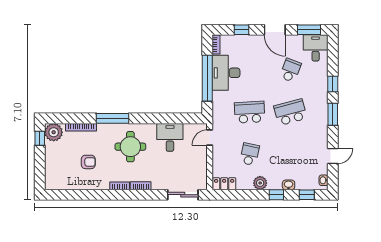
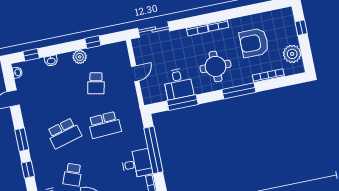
desk: (226, 73) -> (137, 164), width x0.73
window: (170, 118) -> (182, 102), added
plant: (54, 132) -> (292, 54), moved
window: (40, 138) -> (301, 28), moved
door: (210, 138) -> (135, 74), moved
armchair: (88, 162) -> (254, 43), width x1.88, depth x1.88
locker: (224, 184) -> (115, 49), removed
window: (276, 195) -> (93, 42), moved

